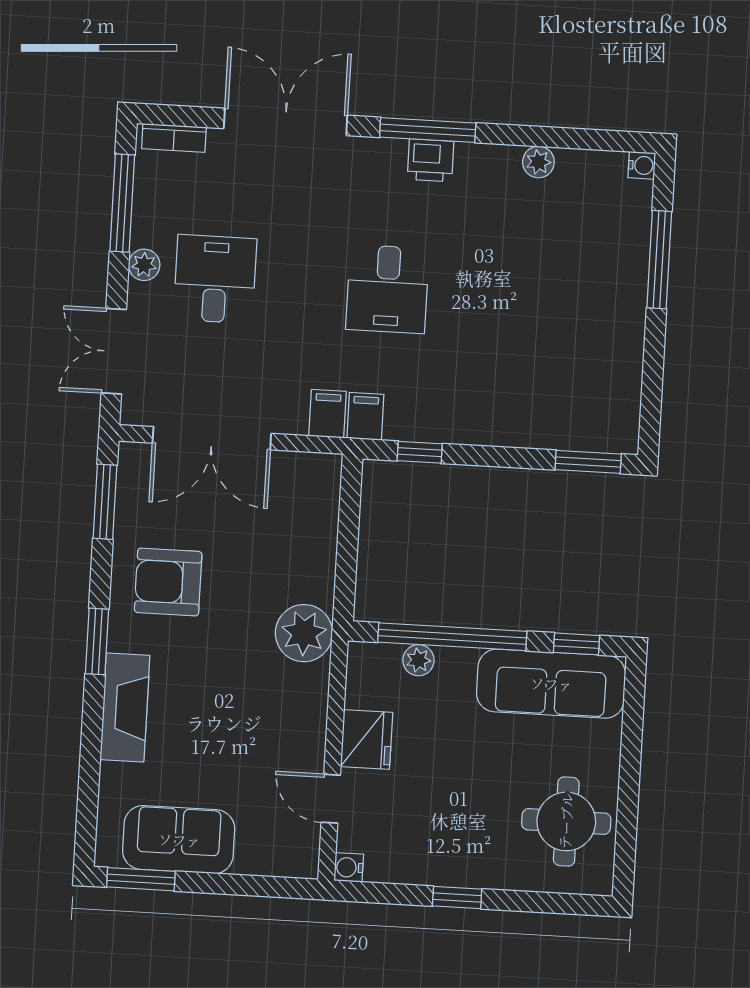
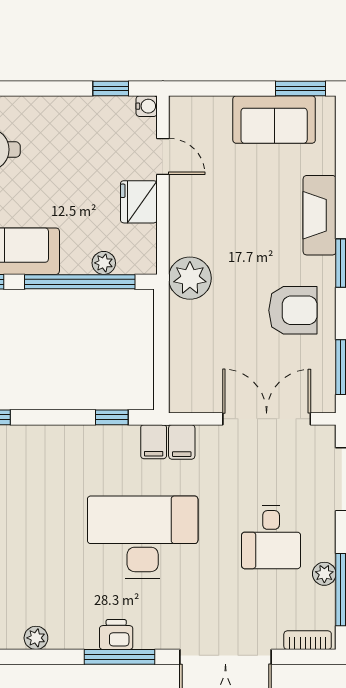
plant: (144, 265) -> (324, 574), moved
desk: (387, 289) -> (143, 537), width x1.87, depth x1.30
window: (457, 897) -> (111, 88), moved

